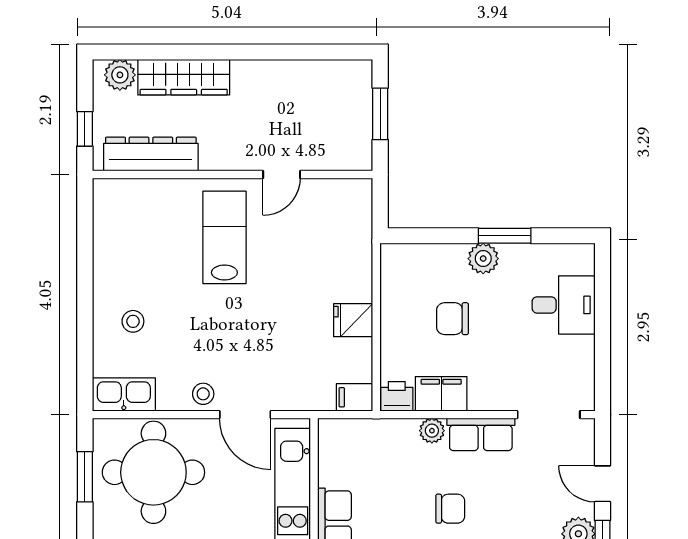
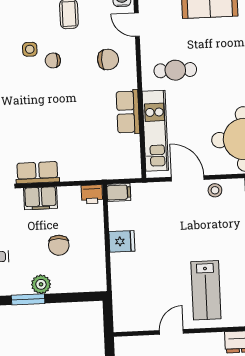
chair: (453, 319) -> (59, 245), turned 91
filing cabinet: (441, 394) -> (40, 198), moved
plant: (432, 431) -> (69, 173), removed
chair: (450, 509) -> (55, 124), removed

